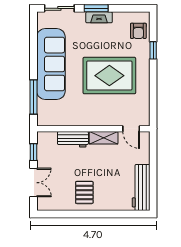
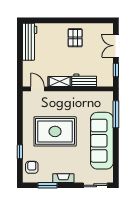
window: (96, 8) -> (48, 185), moved

